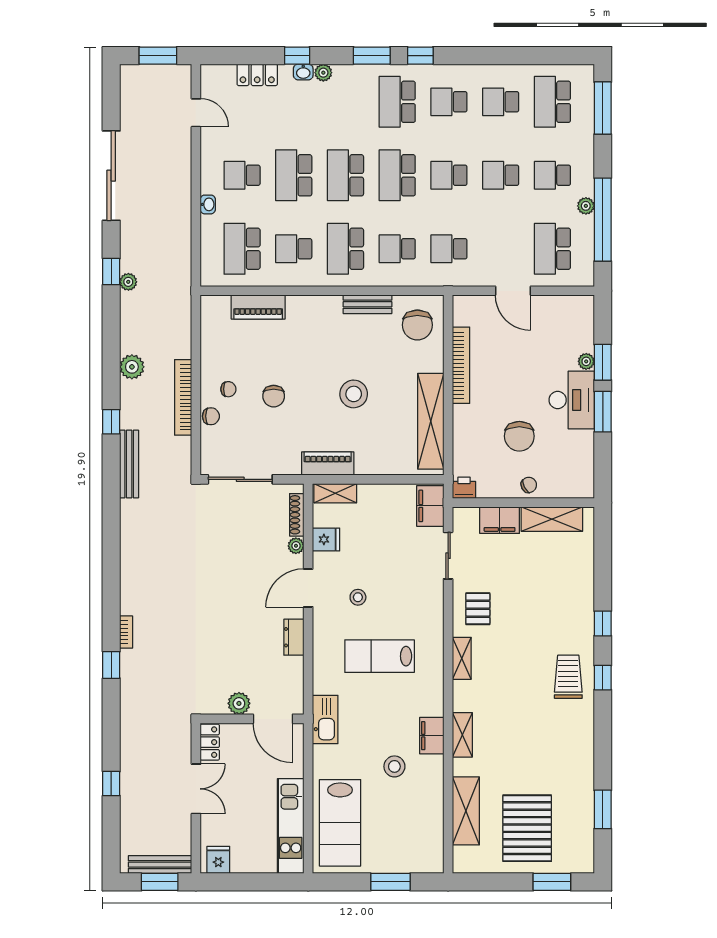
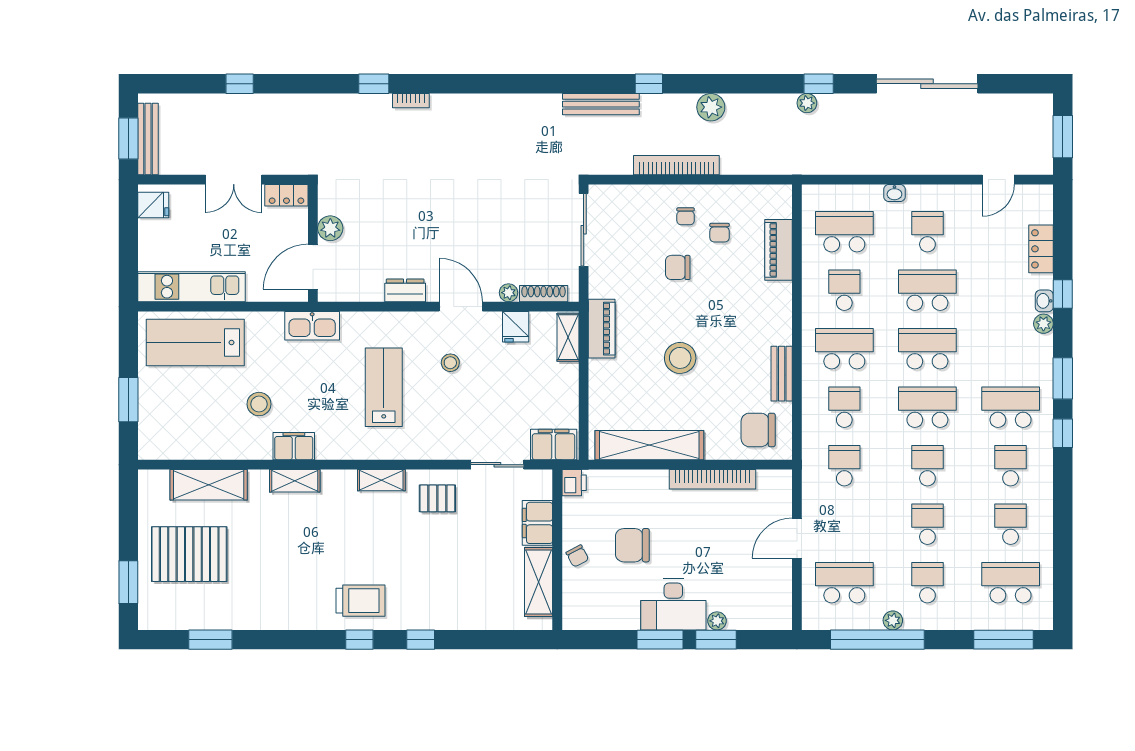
chair: (211, 416) -> (720, 233), moved

